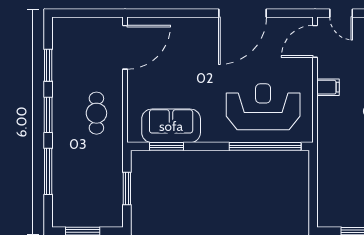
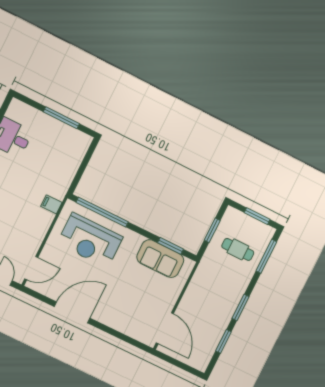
door: (125, 47) -> (165, 328), swing flipped
filing cabinet: (328, 87) -> (51, 204), moved
cafe table: (96, 113) -> (238, 249), moved, turned 90
window: (48, 171) -> (266, 256), moved

